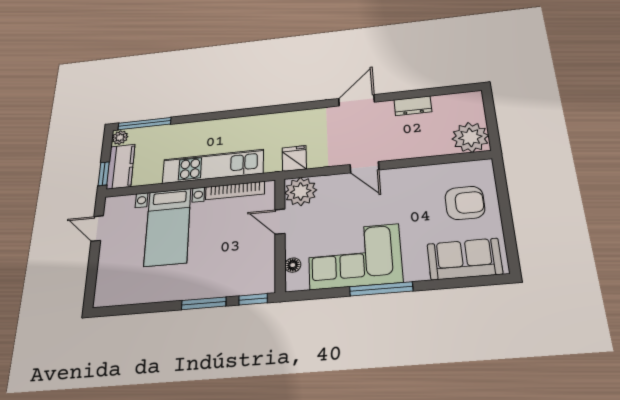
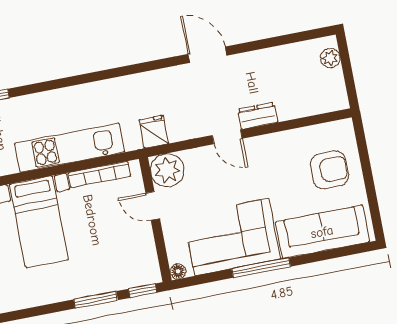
door: (357, 100) -> (207, 55), hinge flipped
dresser: (413, 106) -> (258, 116), moved, turned 180
plant: (470, 137) -> (330, 58), moved, width x0.53, depth x0.53
sofa: (465, 259) -> (322, 232), width x1.36
floor lamp: (293, 265) -> (178, 271), moved

